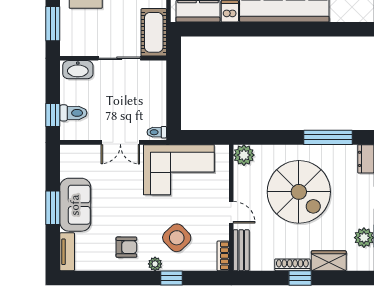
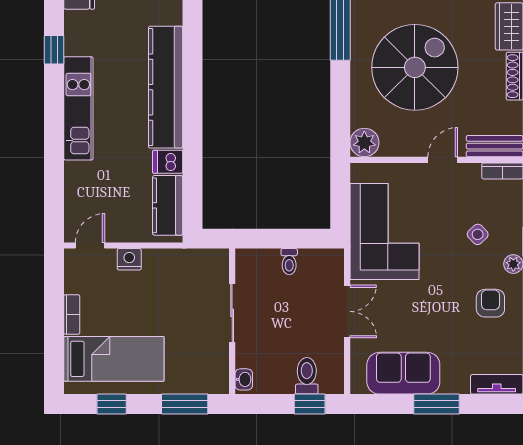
cot: (154, 32) -> (197, 266), removed
washbasin: (78, 70) -> (244, 379), width x0.52, depth x0.69
toilet: (157, 132) -> (289, 262), moved
sofa: (75, 205) -> (403, 373), moved
side table: (177, 238) -> (478, 234), width x0.54, depth x0.54

